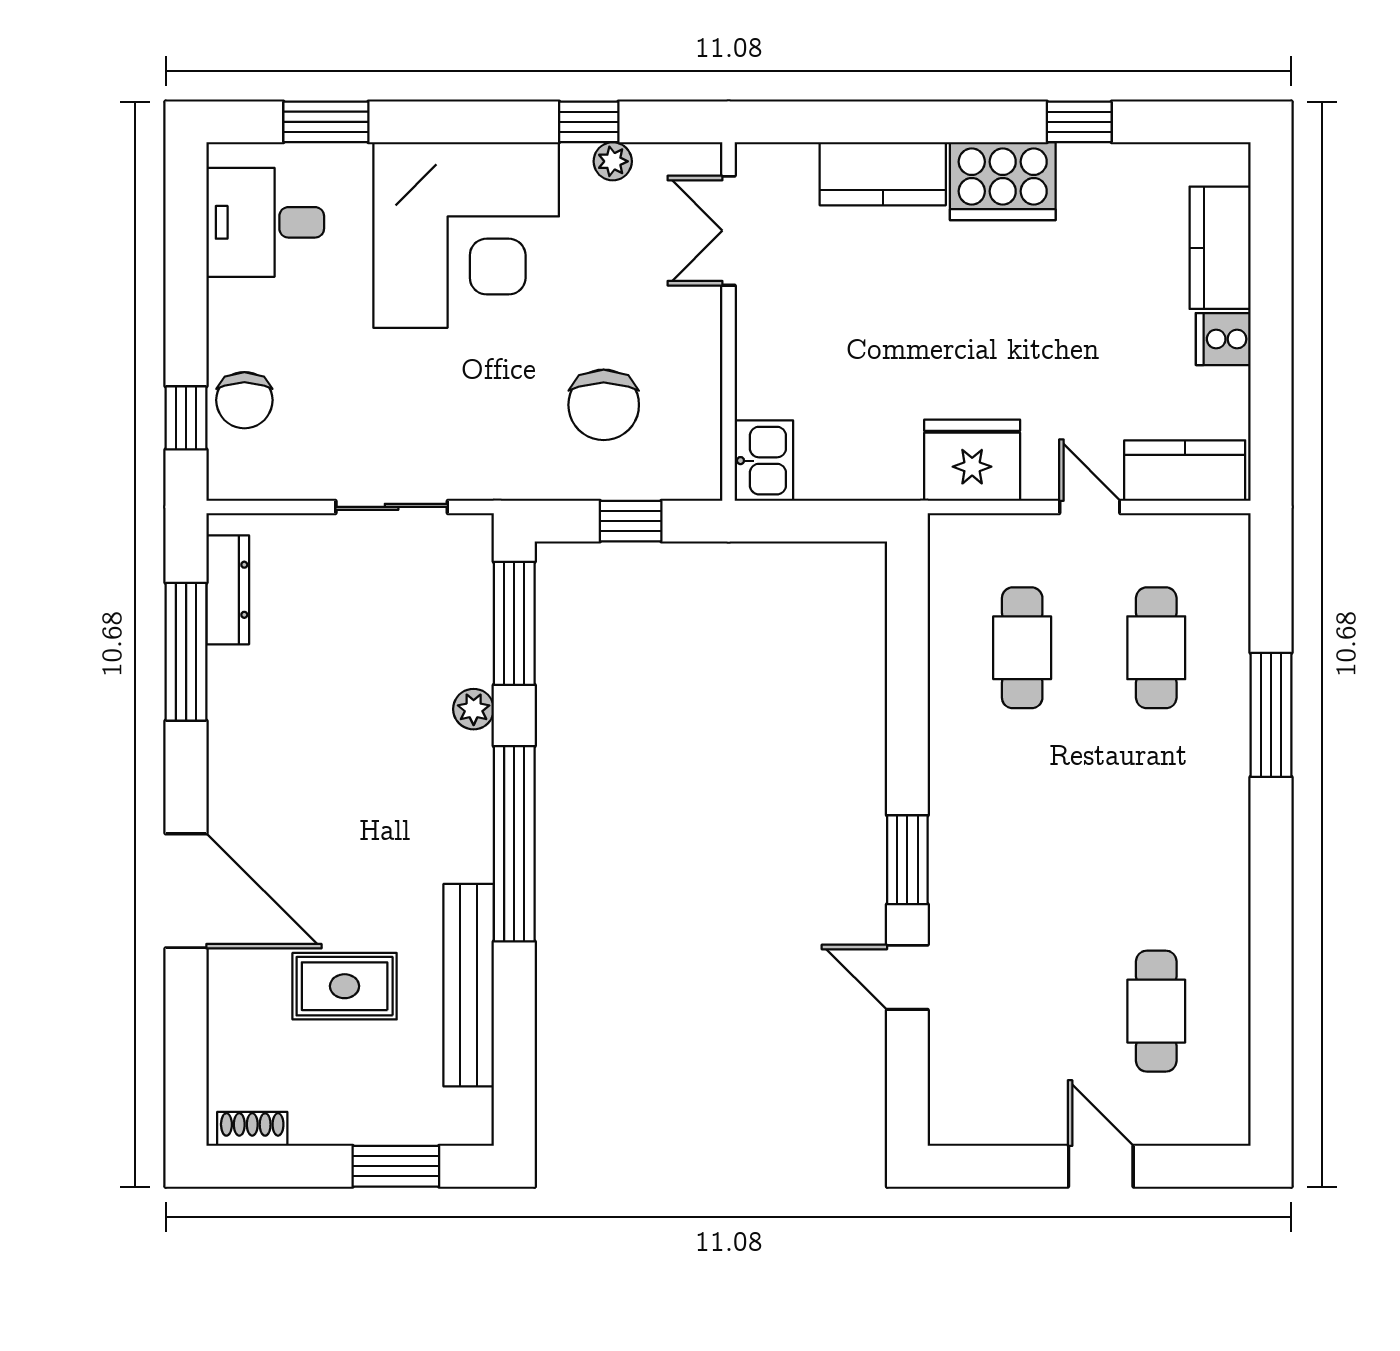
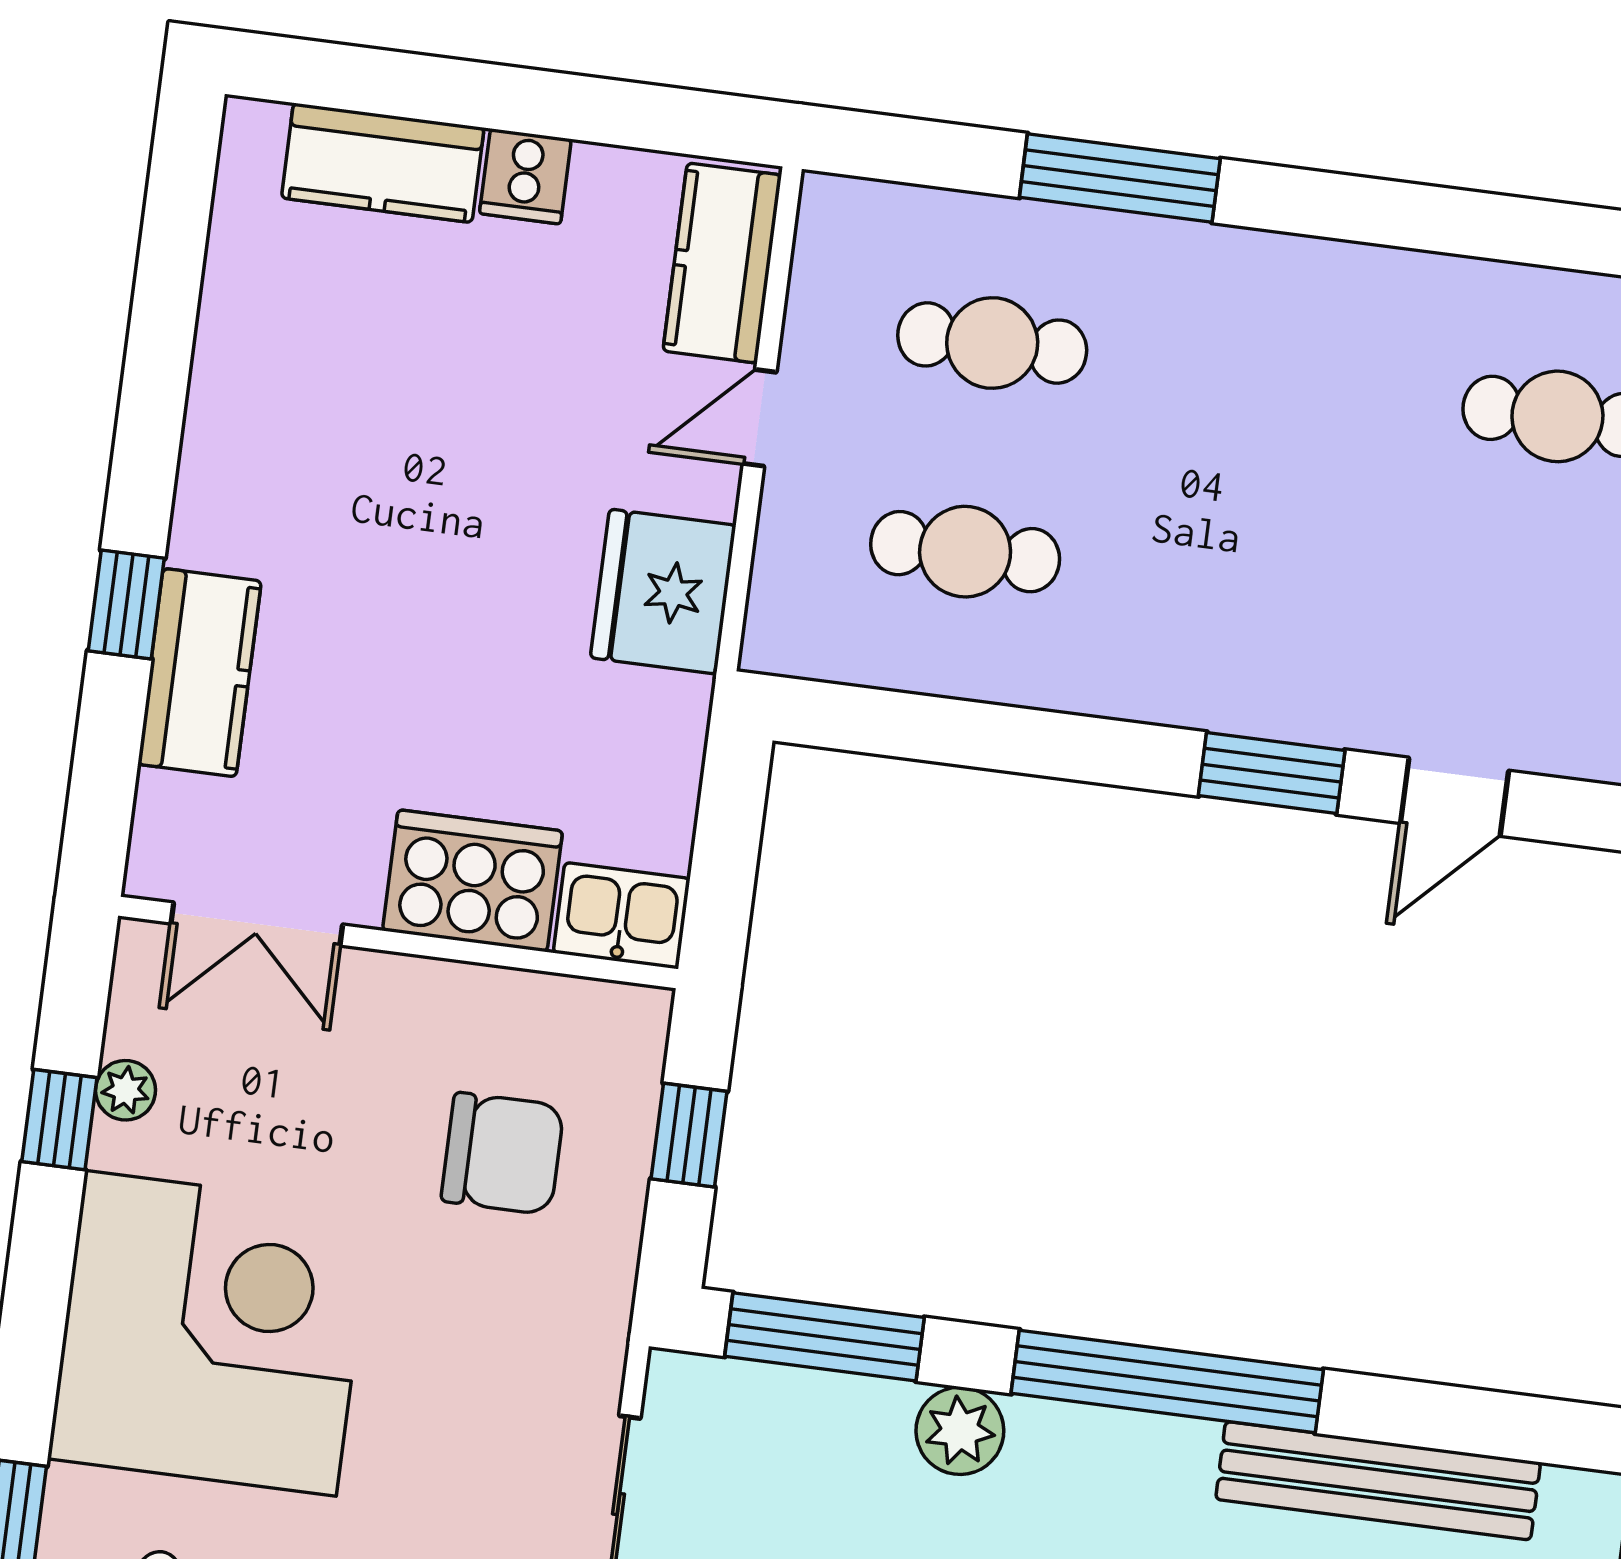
window: (1079, 122) -> (126, 605), moved
cooker: (1003, 181) -> (473, 881), moved, turned -90
plant: (474, 709) -> (960, 1431), width x1.38, depth x1.38

